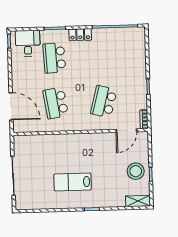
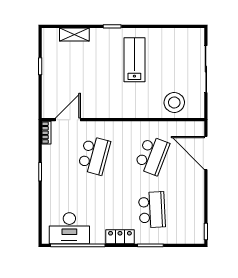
desk: (28, 43) -> (69, 228), moved, width x1.37
school desk: (56, 103) -> (152, 155), turned 30
stool: (136, 171) -> (174, 103), moved
lab bench: (73, 182) -> (134, 60), turned -90
shelving: (138, 201) -> (74, 34), moved

